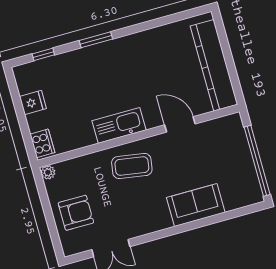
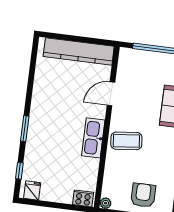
fridge: (33, 103) -> (32, 191), moved
coffee table: (132, 166) -> (126, 141), turned 75

